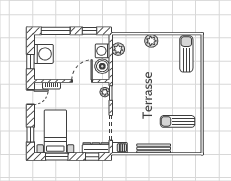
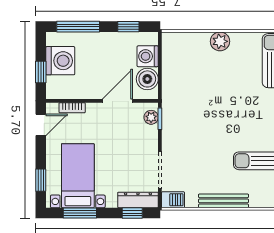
plant: (118, 49) -> (171, 54), removed

